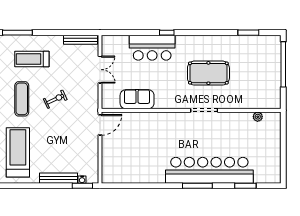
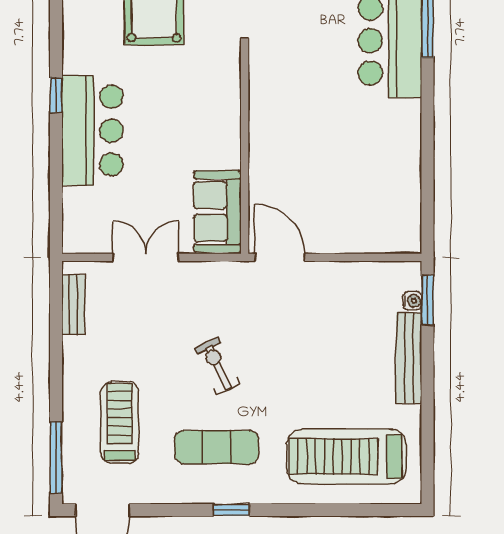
bench: (80, 40) -> (73, 305), width x0.73
treadmill: (32, 59) -> (120, 422), turned 180
sofa: (137, 99) -> (217, 212), moved

